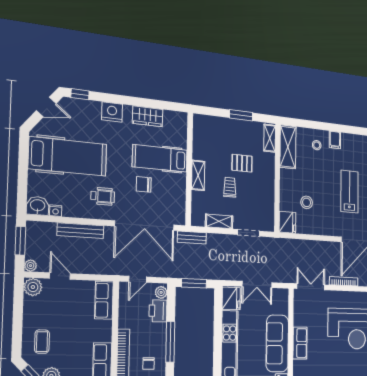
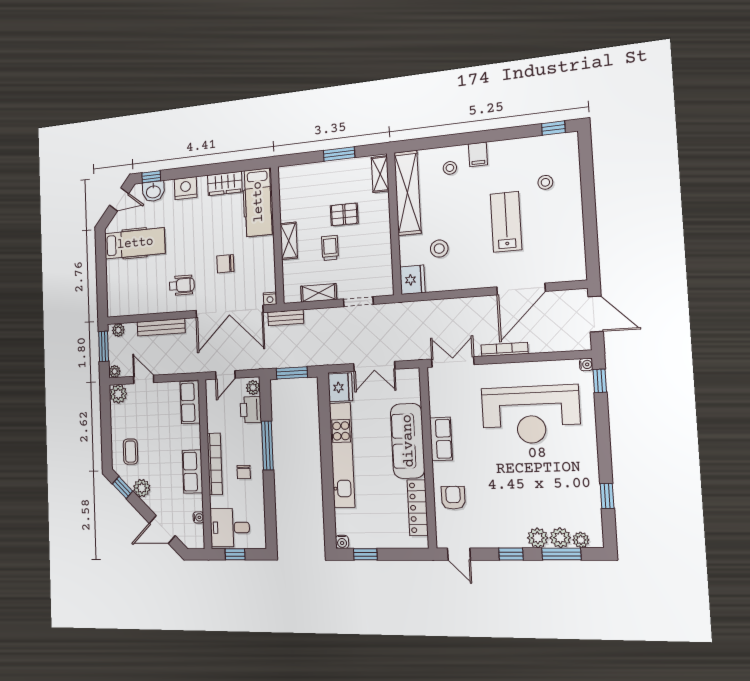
shelving: (288, 147) -> (408, 193), width x1.47
hospital bed: (68, 156) -> (135, 243), width x0.73, depth x0.78
hospital bed: (160, 158) -> (258, 202), moved, turned -90
washbasin: (38, 206) -> (153, 191), moved, turned 180
nightstand: (56, 211) -> (270, 299), moved
plant: (37, 228) -> (118, 330), added

